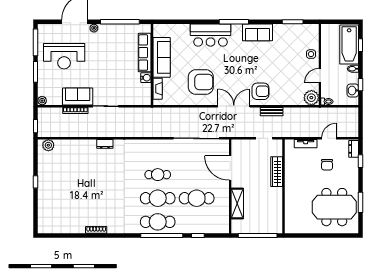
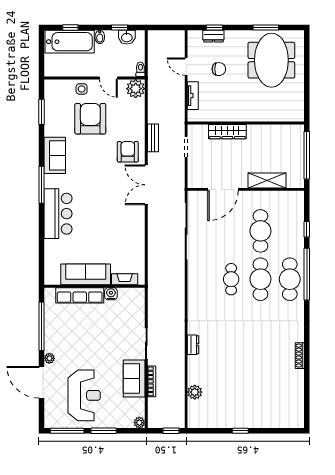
armchair: (201, 82) -> (90, 119), moved
plant: (48, 145) -> (195, 392), moved
dresser: (354, 149) -> (213, 36), moved

